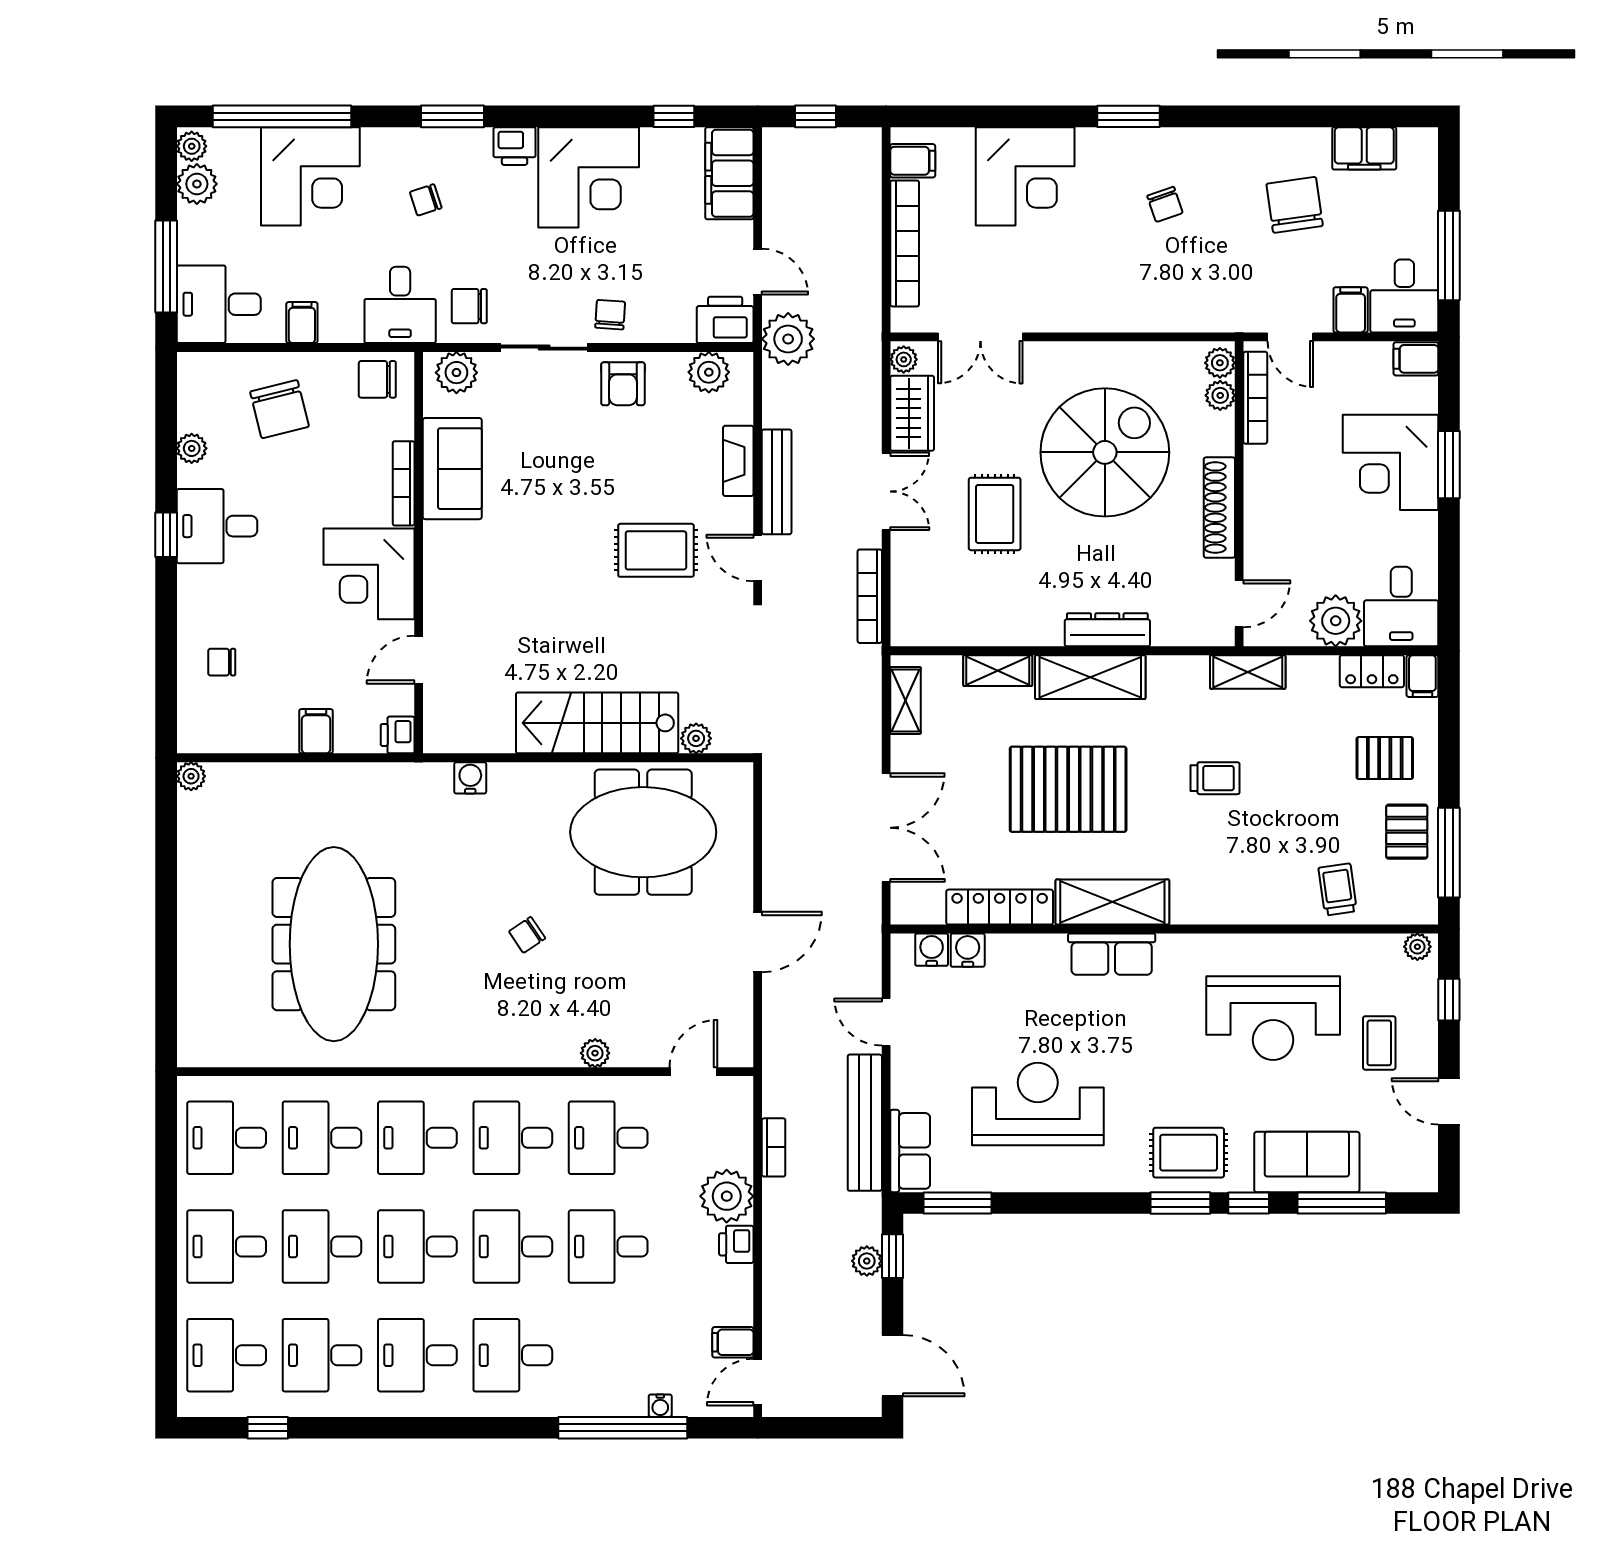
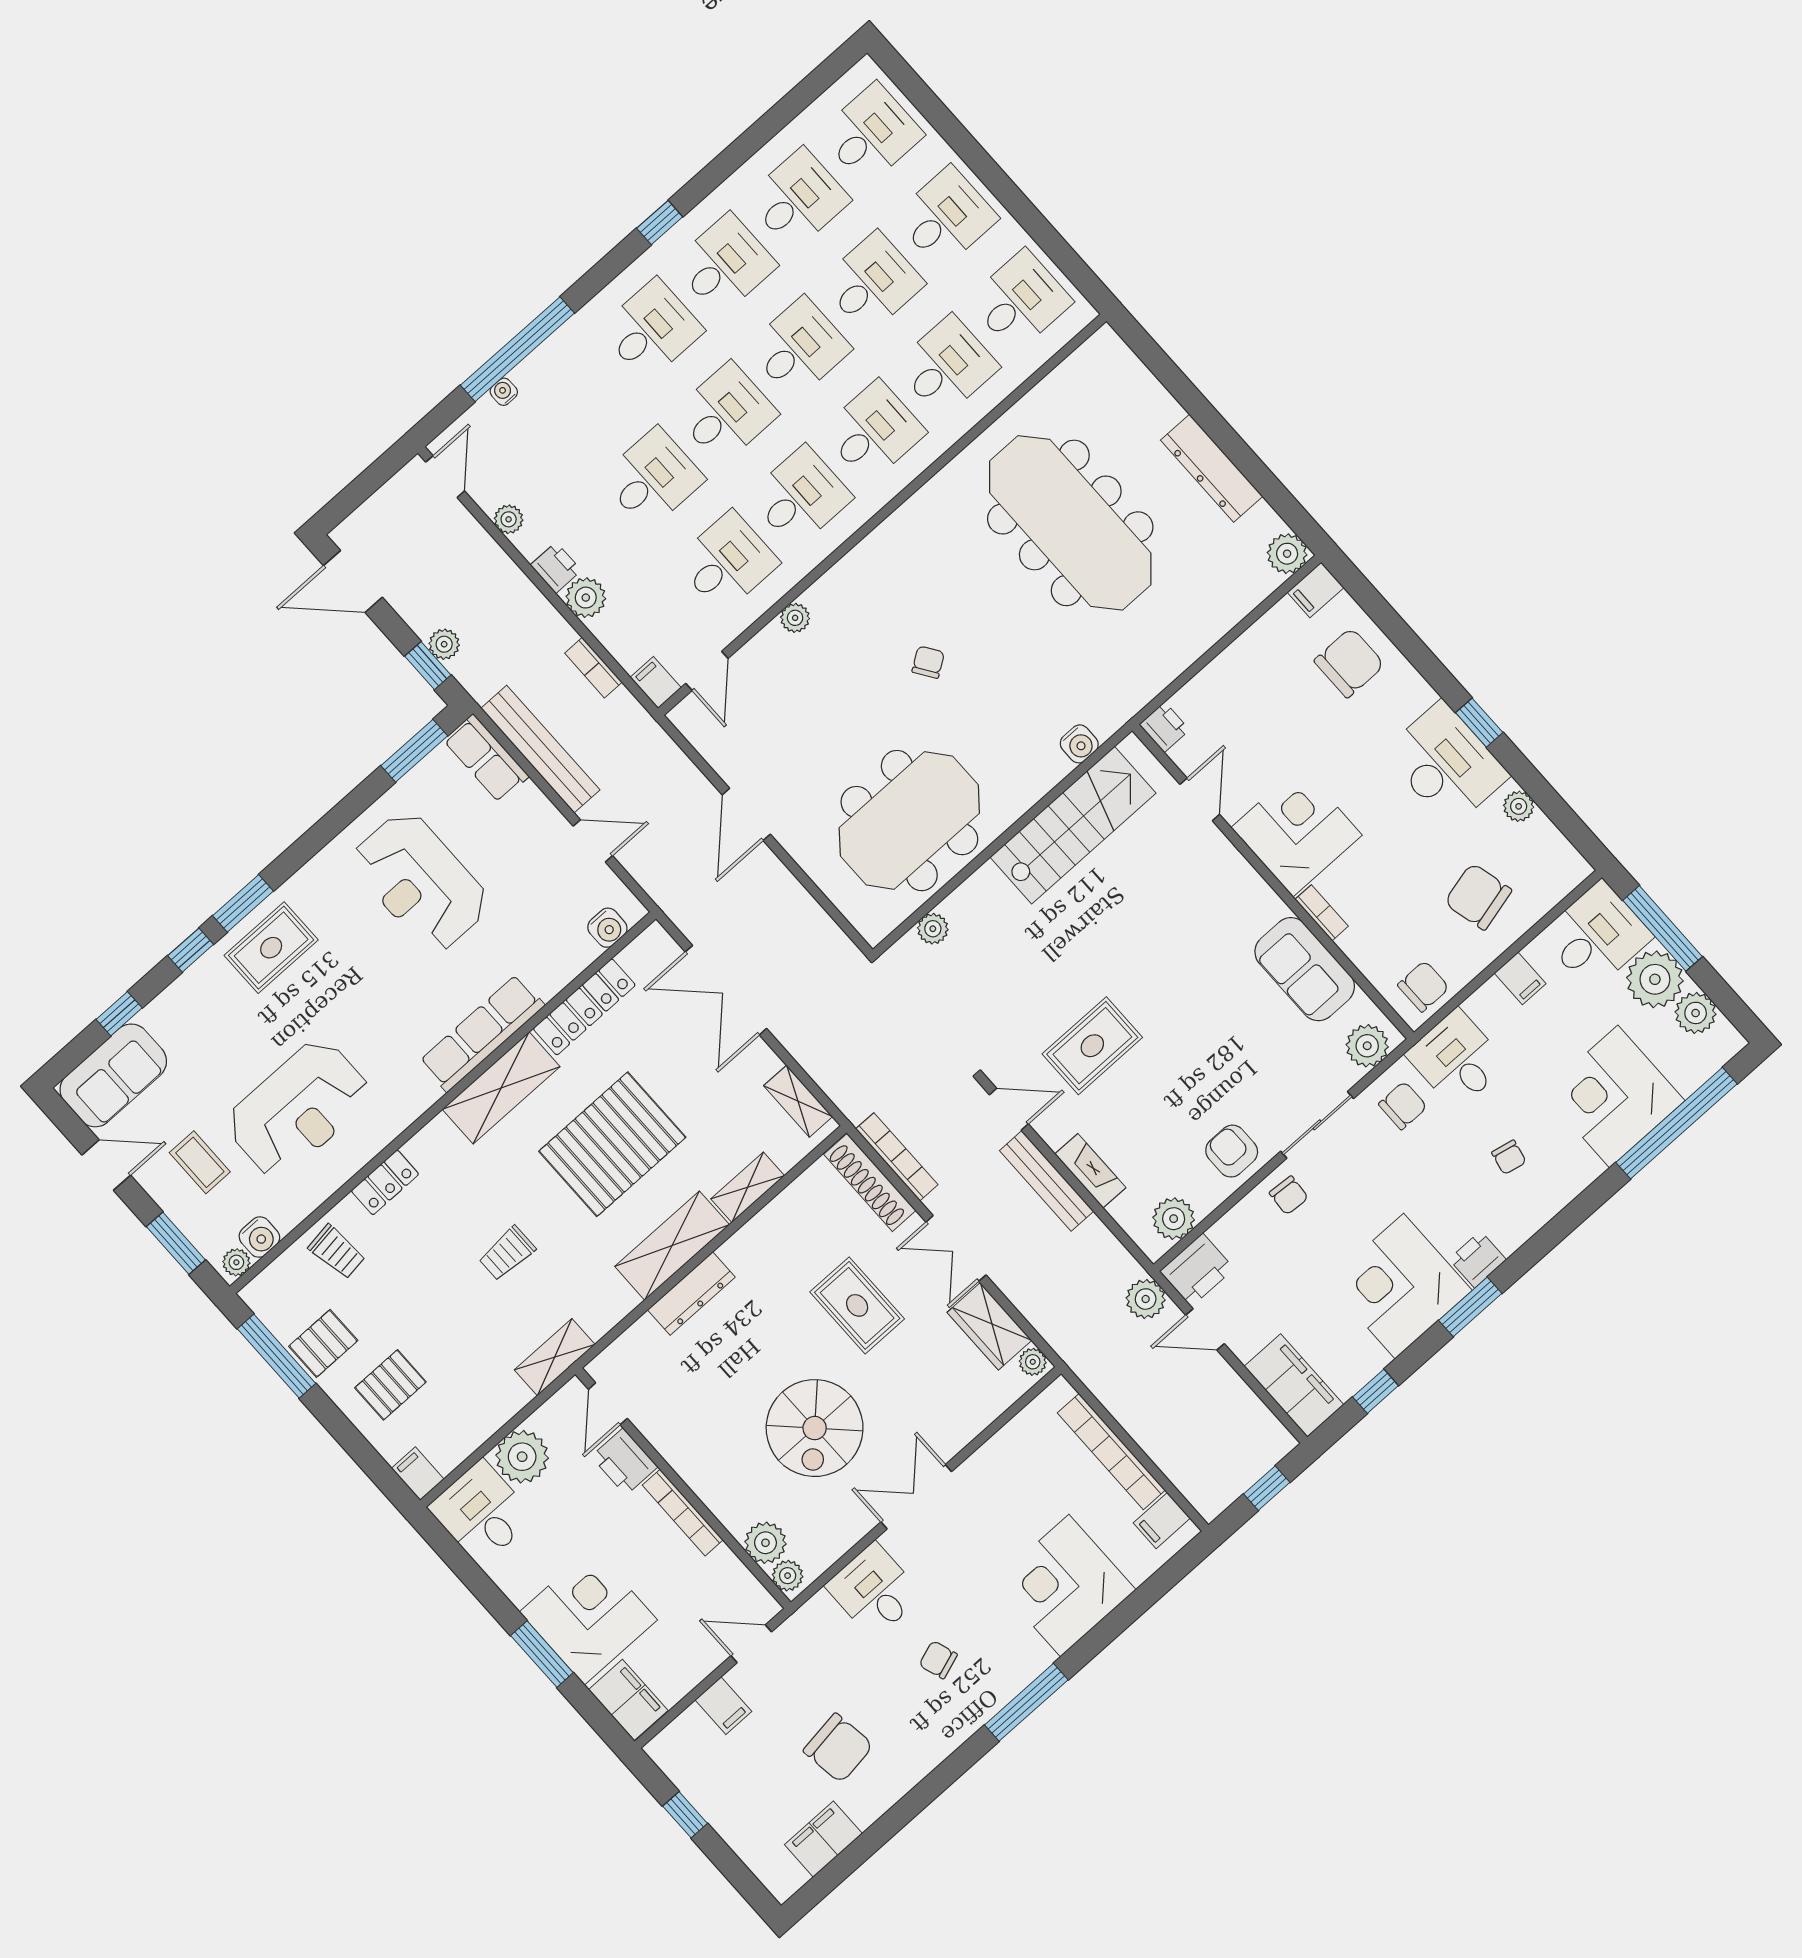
window: (453, 116) -> (1470, 1307), moved
window: (1129, 116) -> (1026, 1702), width x1.44
plant: (192, 146) -> (1655, 979), moved, width x1.88, depth x1.88
chair: (426, 200) -> (1509, 1157), turned 120
window: (1449, 255) -> (685, 1815), width x0.46
desk: (1404, 296) -> (874, 1591), moved
double door: (980, 337) -> (916, 1497), moved
plant: (788, 339) -> (1146, 1299), width x0.73, depth x0.73
filing cabinet: (1416, 359) -> (628, 1700), width x2.00
plant: (1220, 395) -> (765, 1543), width x1.38, depth x1.38
bookcase: (1255, 398) -> (683, 1513), moved
spiral stairs: (1105, 452) -> (815, 1428), width x0.73, depth x0.73
bookcase: (404, 483) -> (1322, 913), width x0.64
shoe rack: (1219, 508) -> (870, 1182), moved, turned 180
desk: (217, 526) -> (1446, 764), width x1.37
printer: (1265, 551) -> (624, 1462), added
chair: (222, 662) -> (1349, 663), width x1.87, depth x1.87
locker: (1372, 671) -> (385, 1182), moved, turned 180
stairs: (597, 723) -> (1073, 825), moved
filing cabinet: (316, 731) -> (1316, 590), moved, turned 90
plant: (191, 776) -> (1287, 554), width x1.38, depth x1.38
pallet: (1407, 832) -> (323, 1343), turned 90
dresser: (196, 892) -> (1212, 468), added
water cooler: (968, 950) -> (259, 1237), moved
row of seats: (1112, 954) -> (482, 1033), width x1.48
window: (1449, 1000) -> (176, 1243), width x1.50
reception desk: (1273, 1018) -> (298, 1109), turned 180
reception desk: (1038, 1104) -> (420, 882), turned 90
sofa: (1307, 1162) -> (113, 1075), moved
plant: (727, 1196) -> (586, 598), width x0.73, depth x0.73
window: (1342, 1203) -> (119, 1014), width x0.46
plant: (739, 1310) -> (509, 519), added
filing cabinet: (733, 1342) -> (656, 682), moved, turned -90
window: (268, 1428) -> (660, 222), moved

